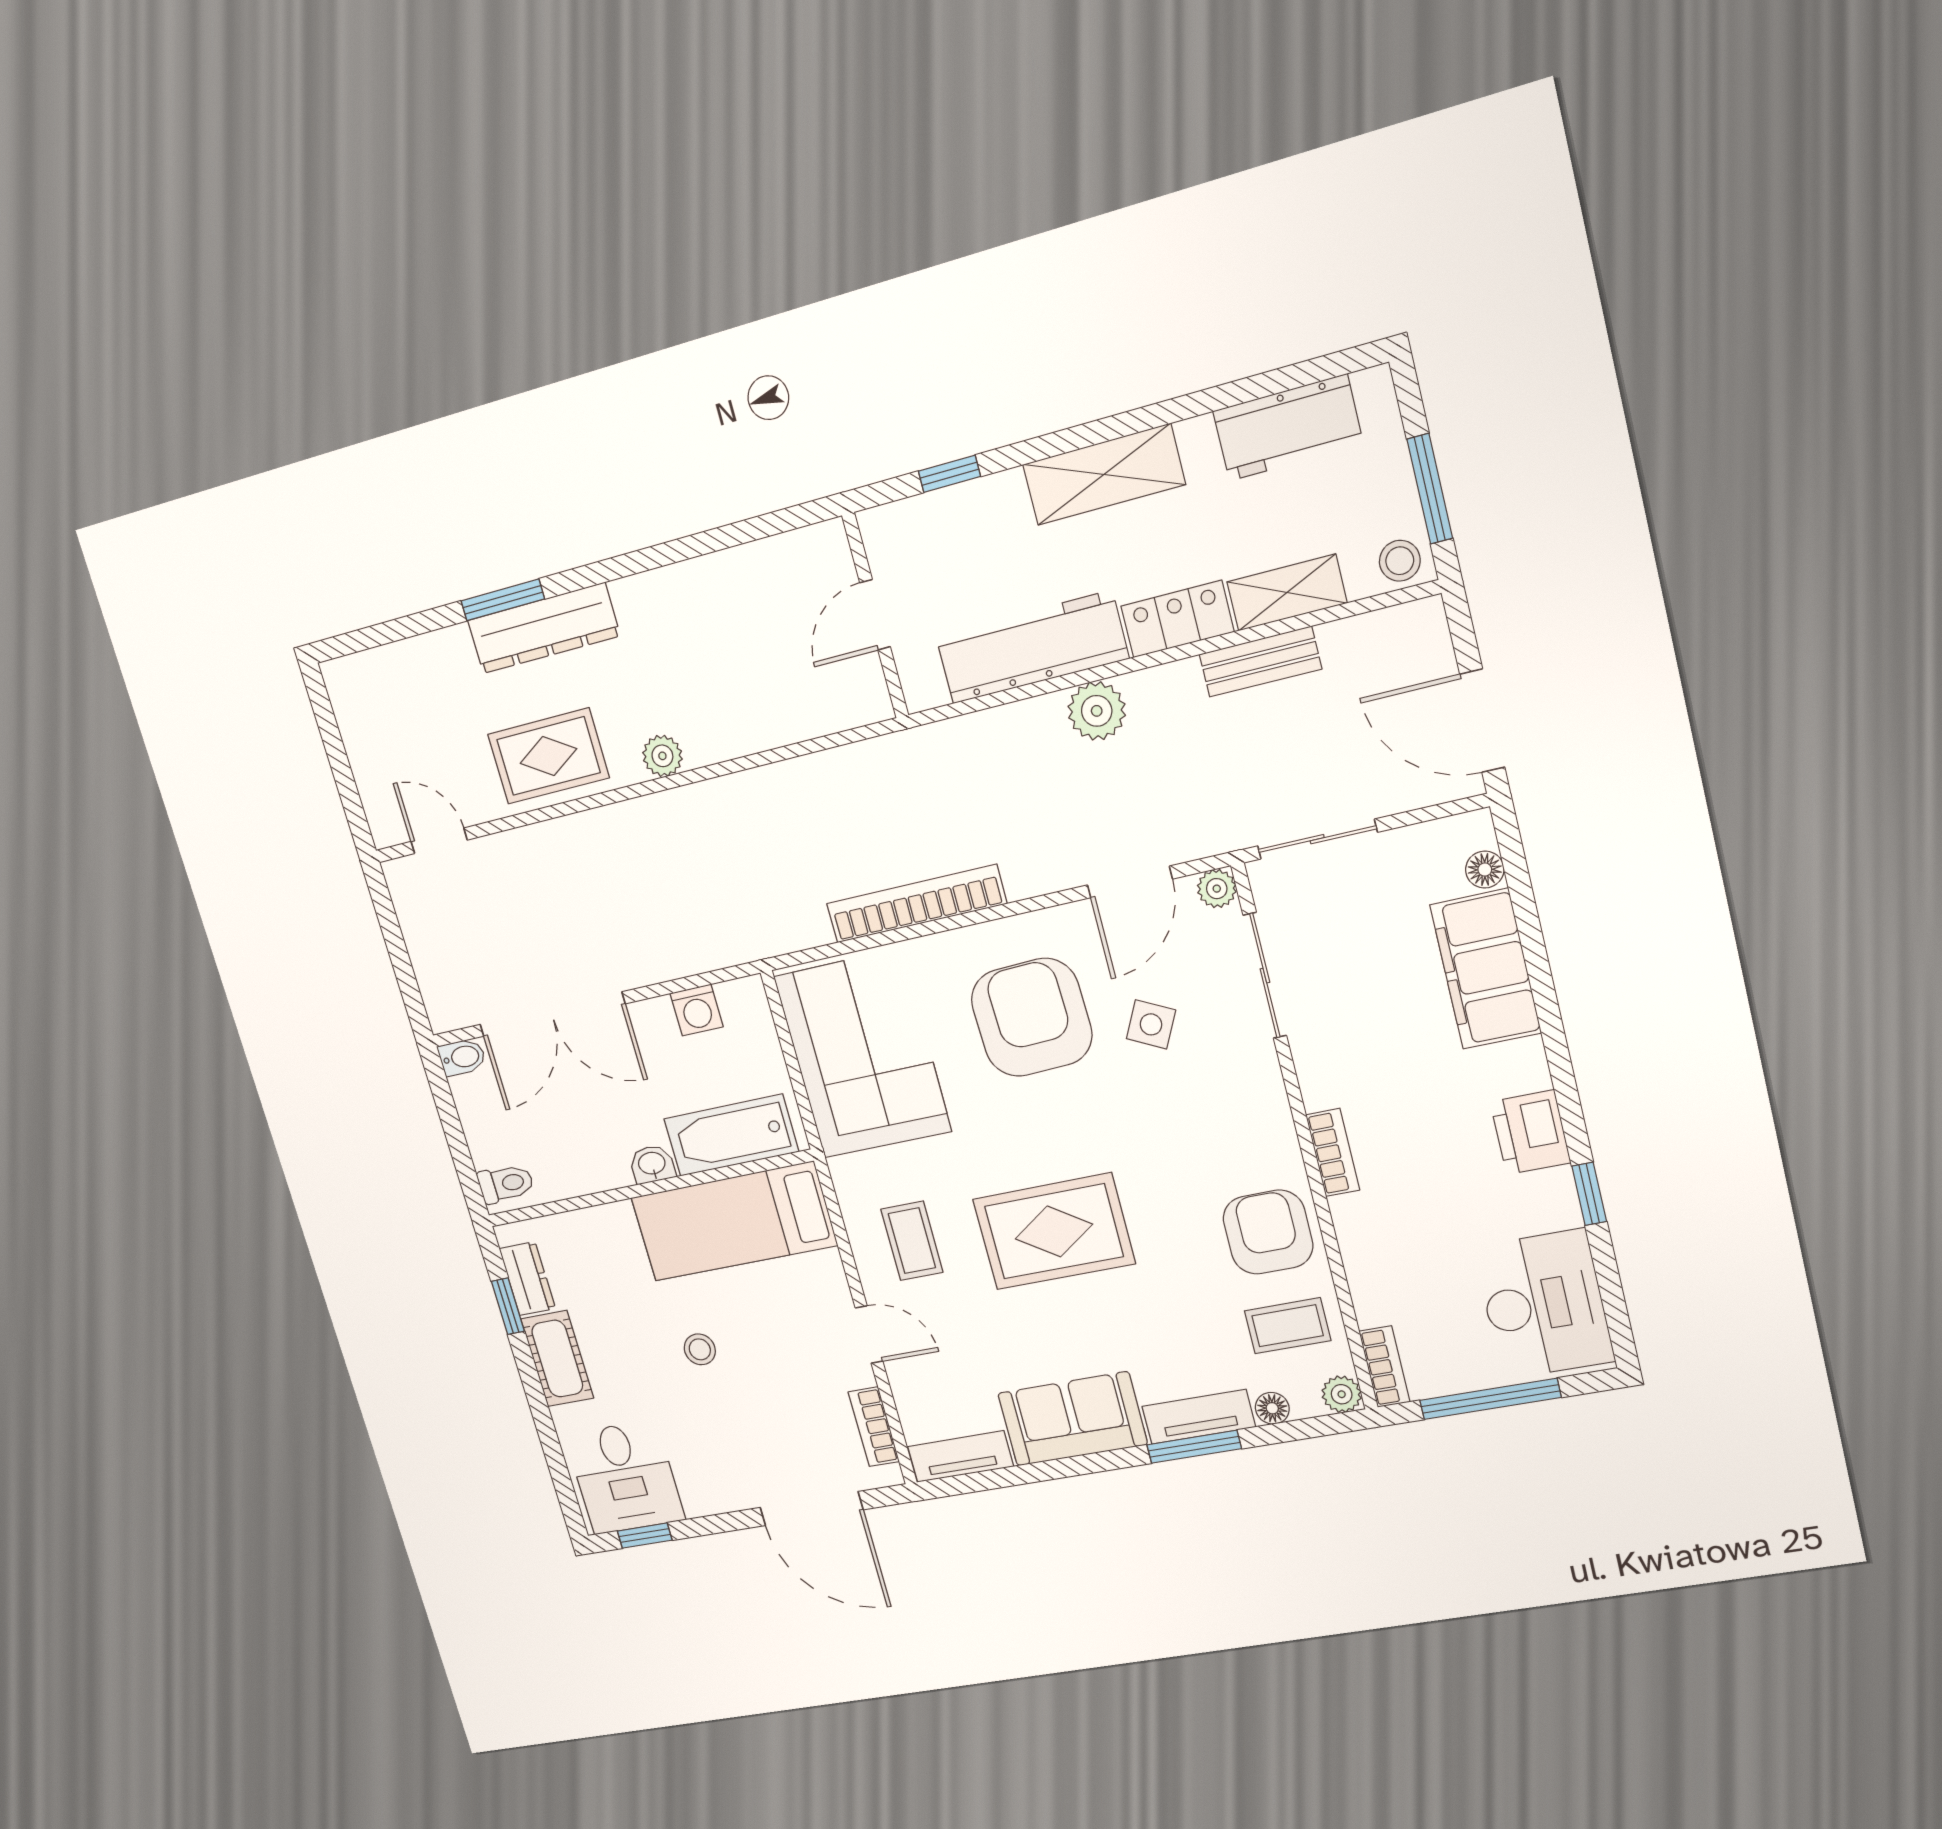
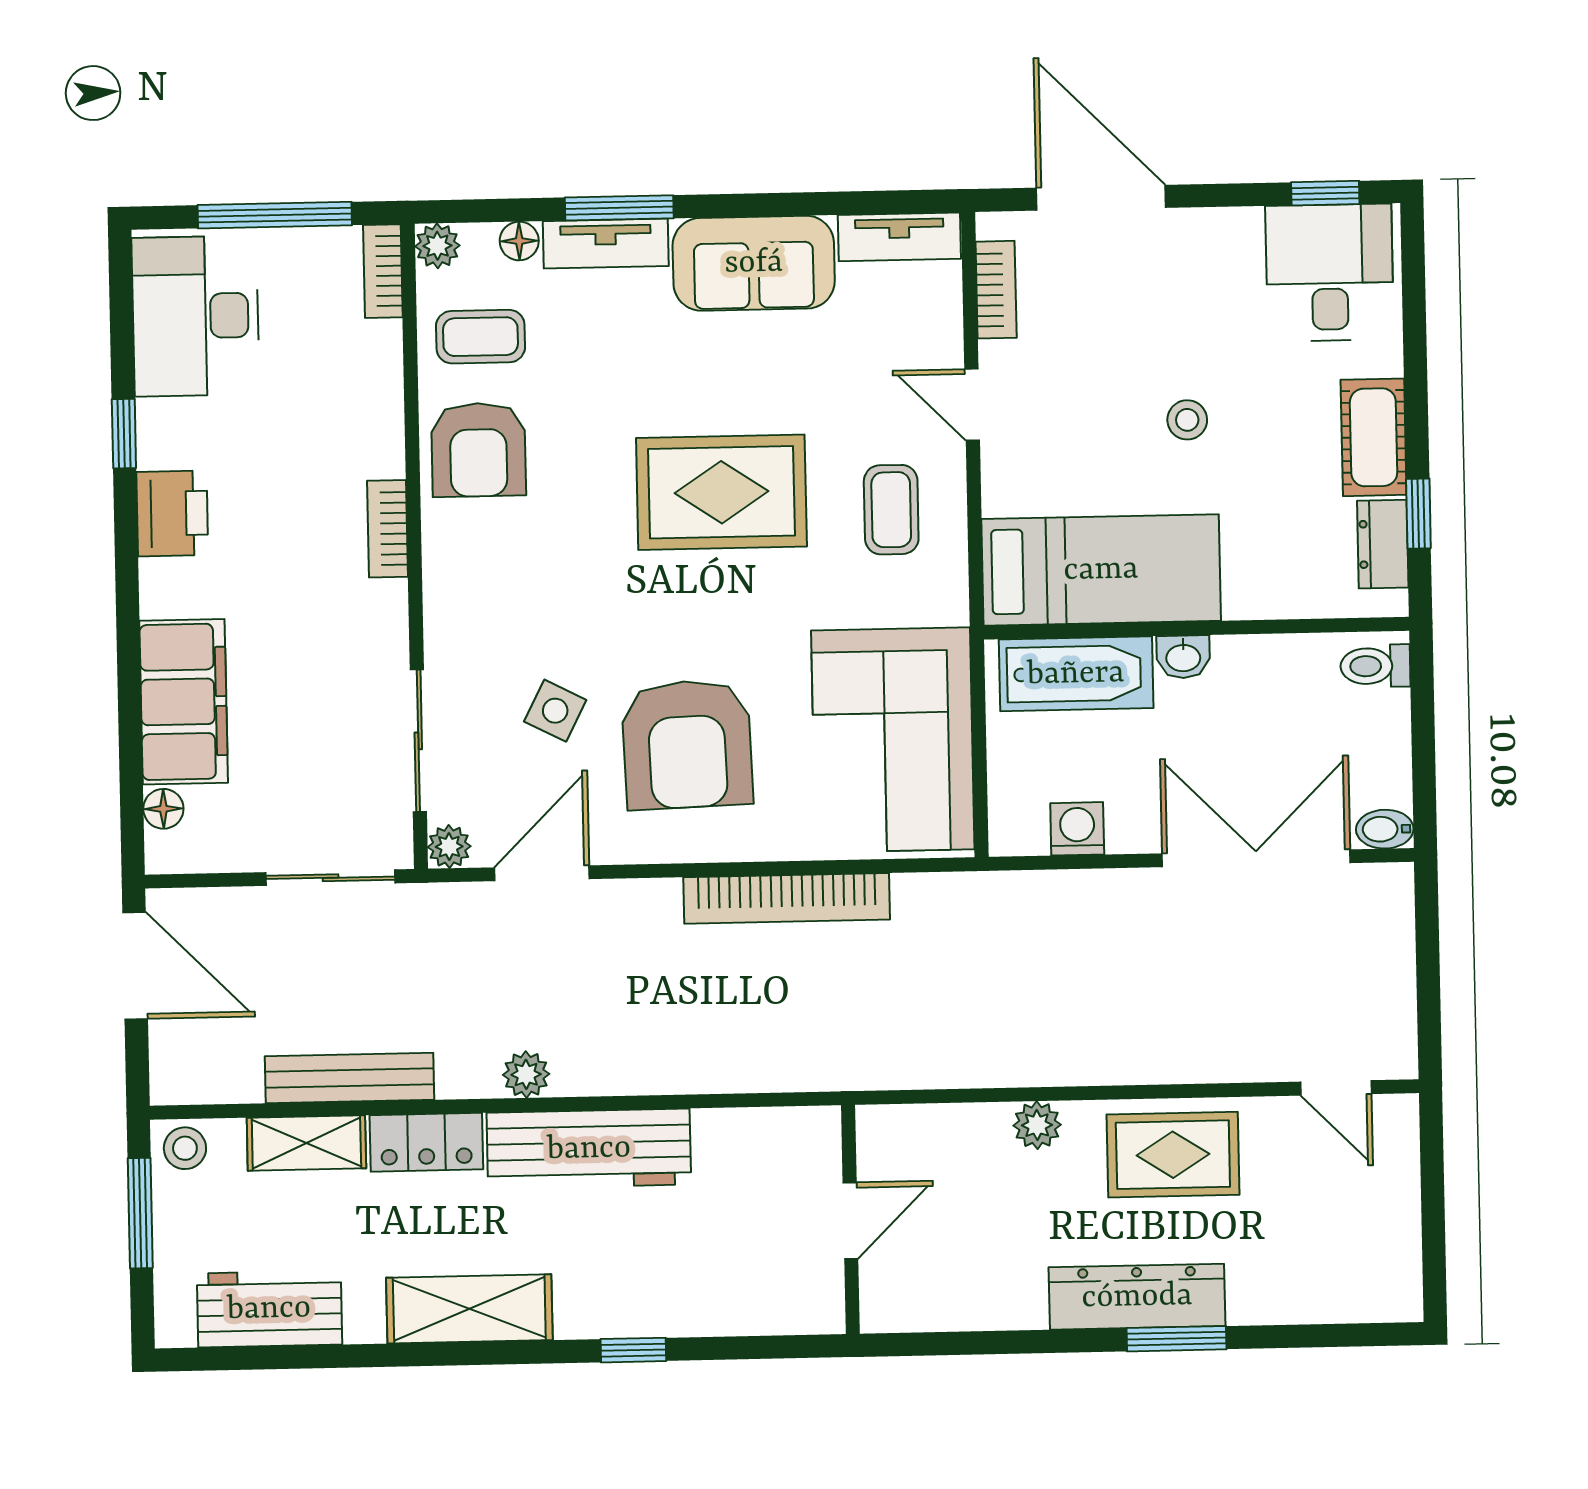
door: (875, 615) -> (850, 1221), moved
wall: (875, 616) -> (850, 1219), moved
bench: (1260, 662) -> (349, 1078), width x1.36
plant: (1097, 711) -> (526, 1074), width x0.73, depth x0.73

